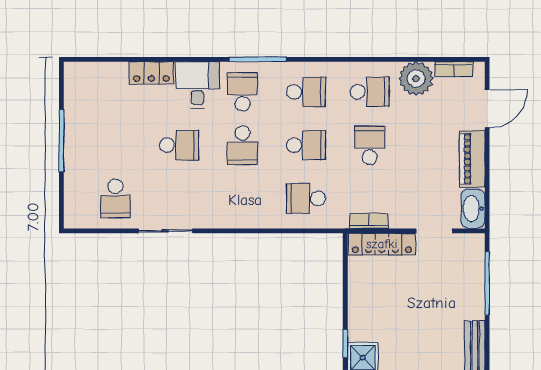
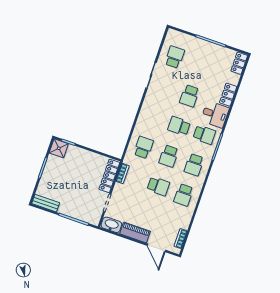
locker: (85, 72) -> (239, 63), added
plant: (416, 79) -> (182, 219), removed
school desk: (115, 198) -> (175, 57), turned 90

